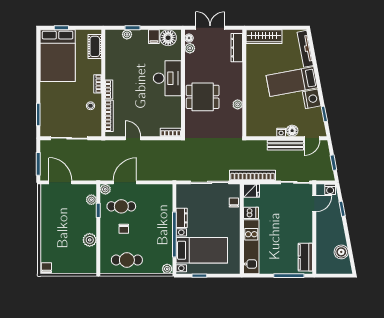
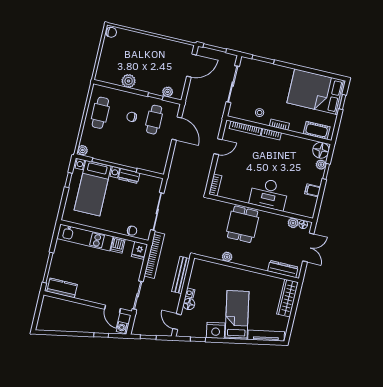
floor lamp: (168, 38) -> (321, 150), moved
bench: (285, 145) -> (181, 275), moved
plant: (105, 189) -> (174, 108), removed
boiler: (341, 252) -> (59, 324), removed

